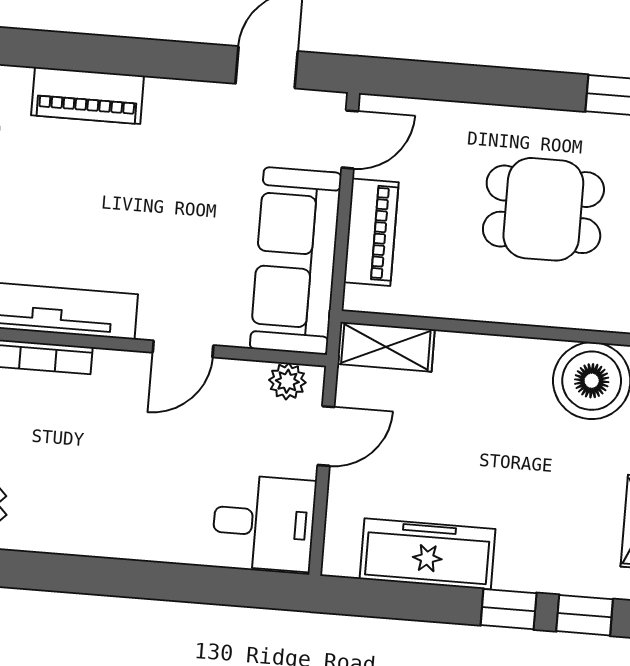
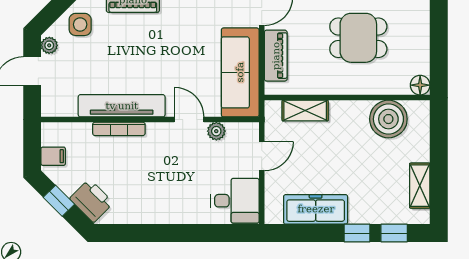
shelving: (386, 347) -> (305, 111), moved
door: (183, 349) -> (189, 120), swing flipped
plant: (287, 381) -> (216, 131), moved

